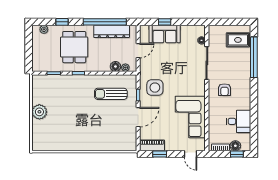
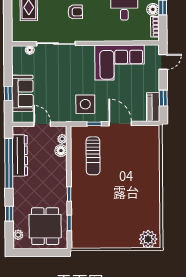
dining table: (74, 47) -> (45, 226), moved, turned 90
armchair: (224, 90) -> (75, 12), moved
plant: (39, 112) -> (148, 239), moved

